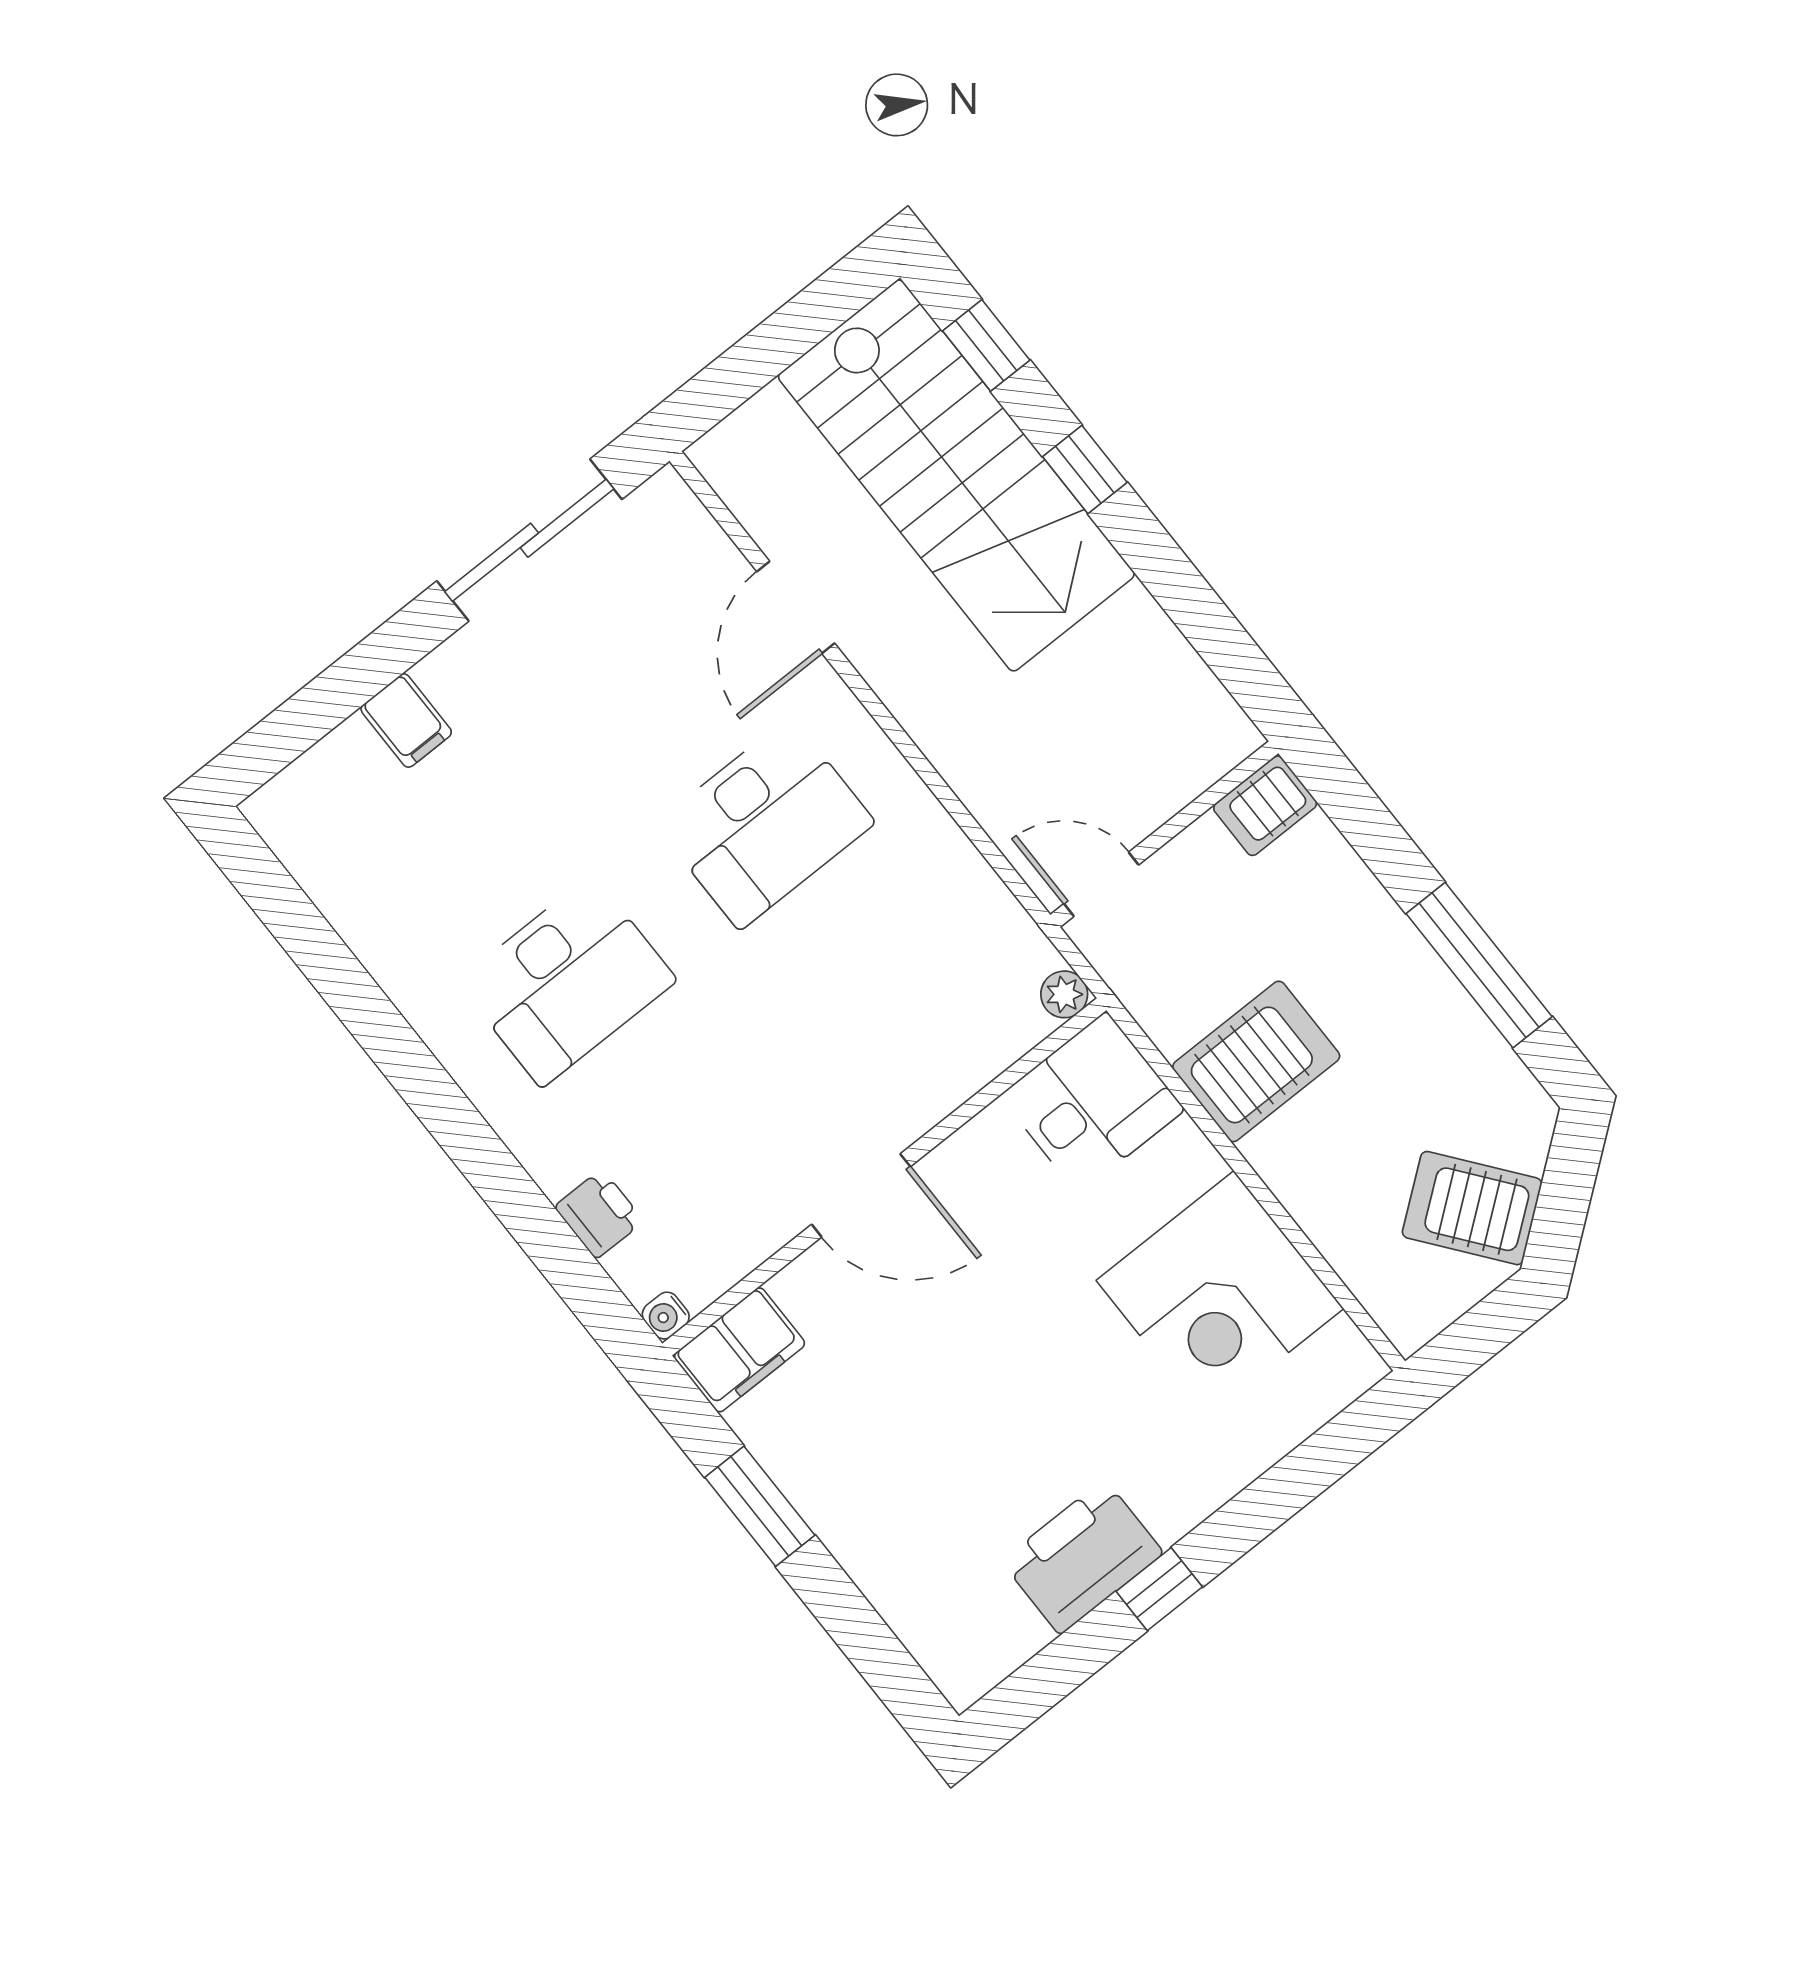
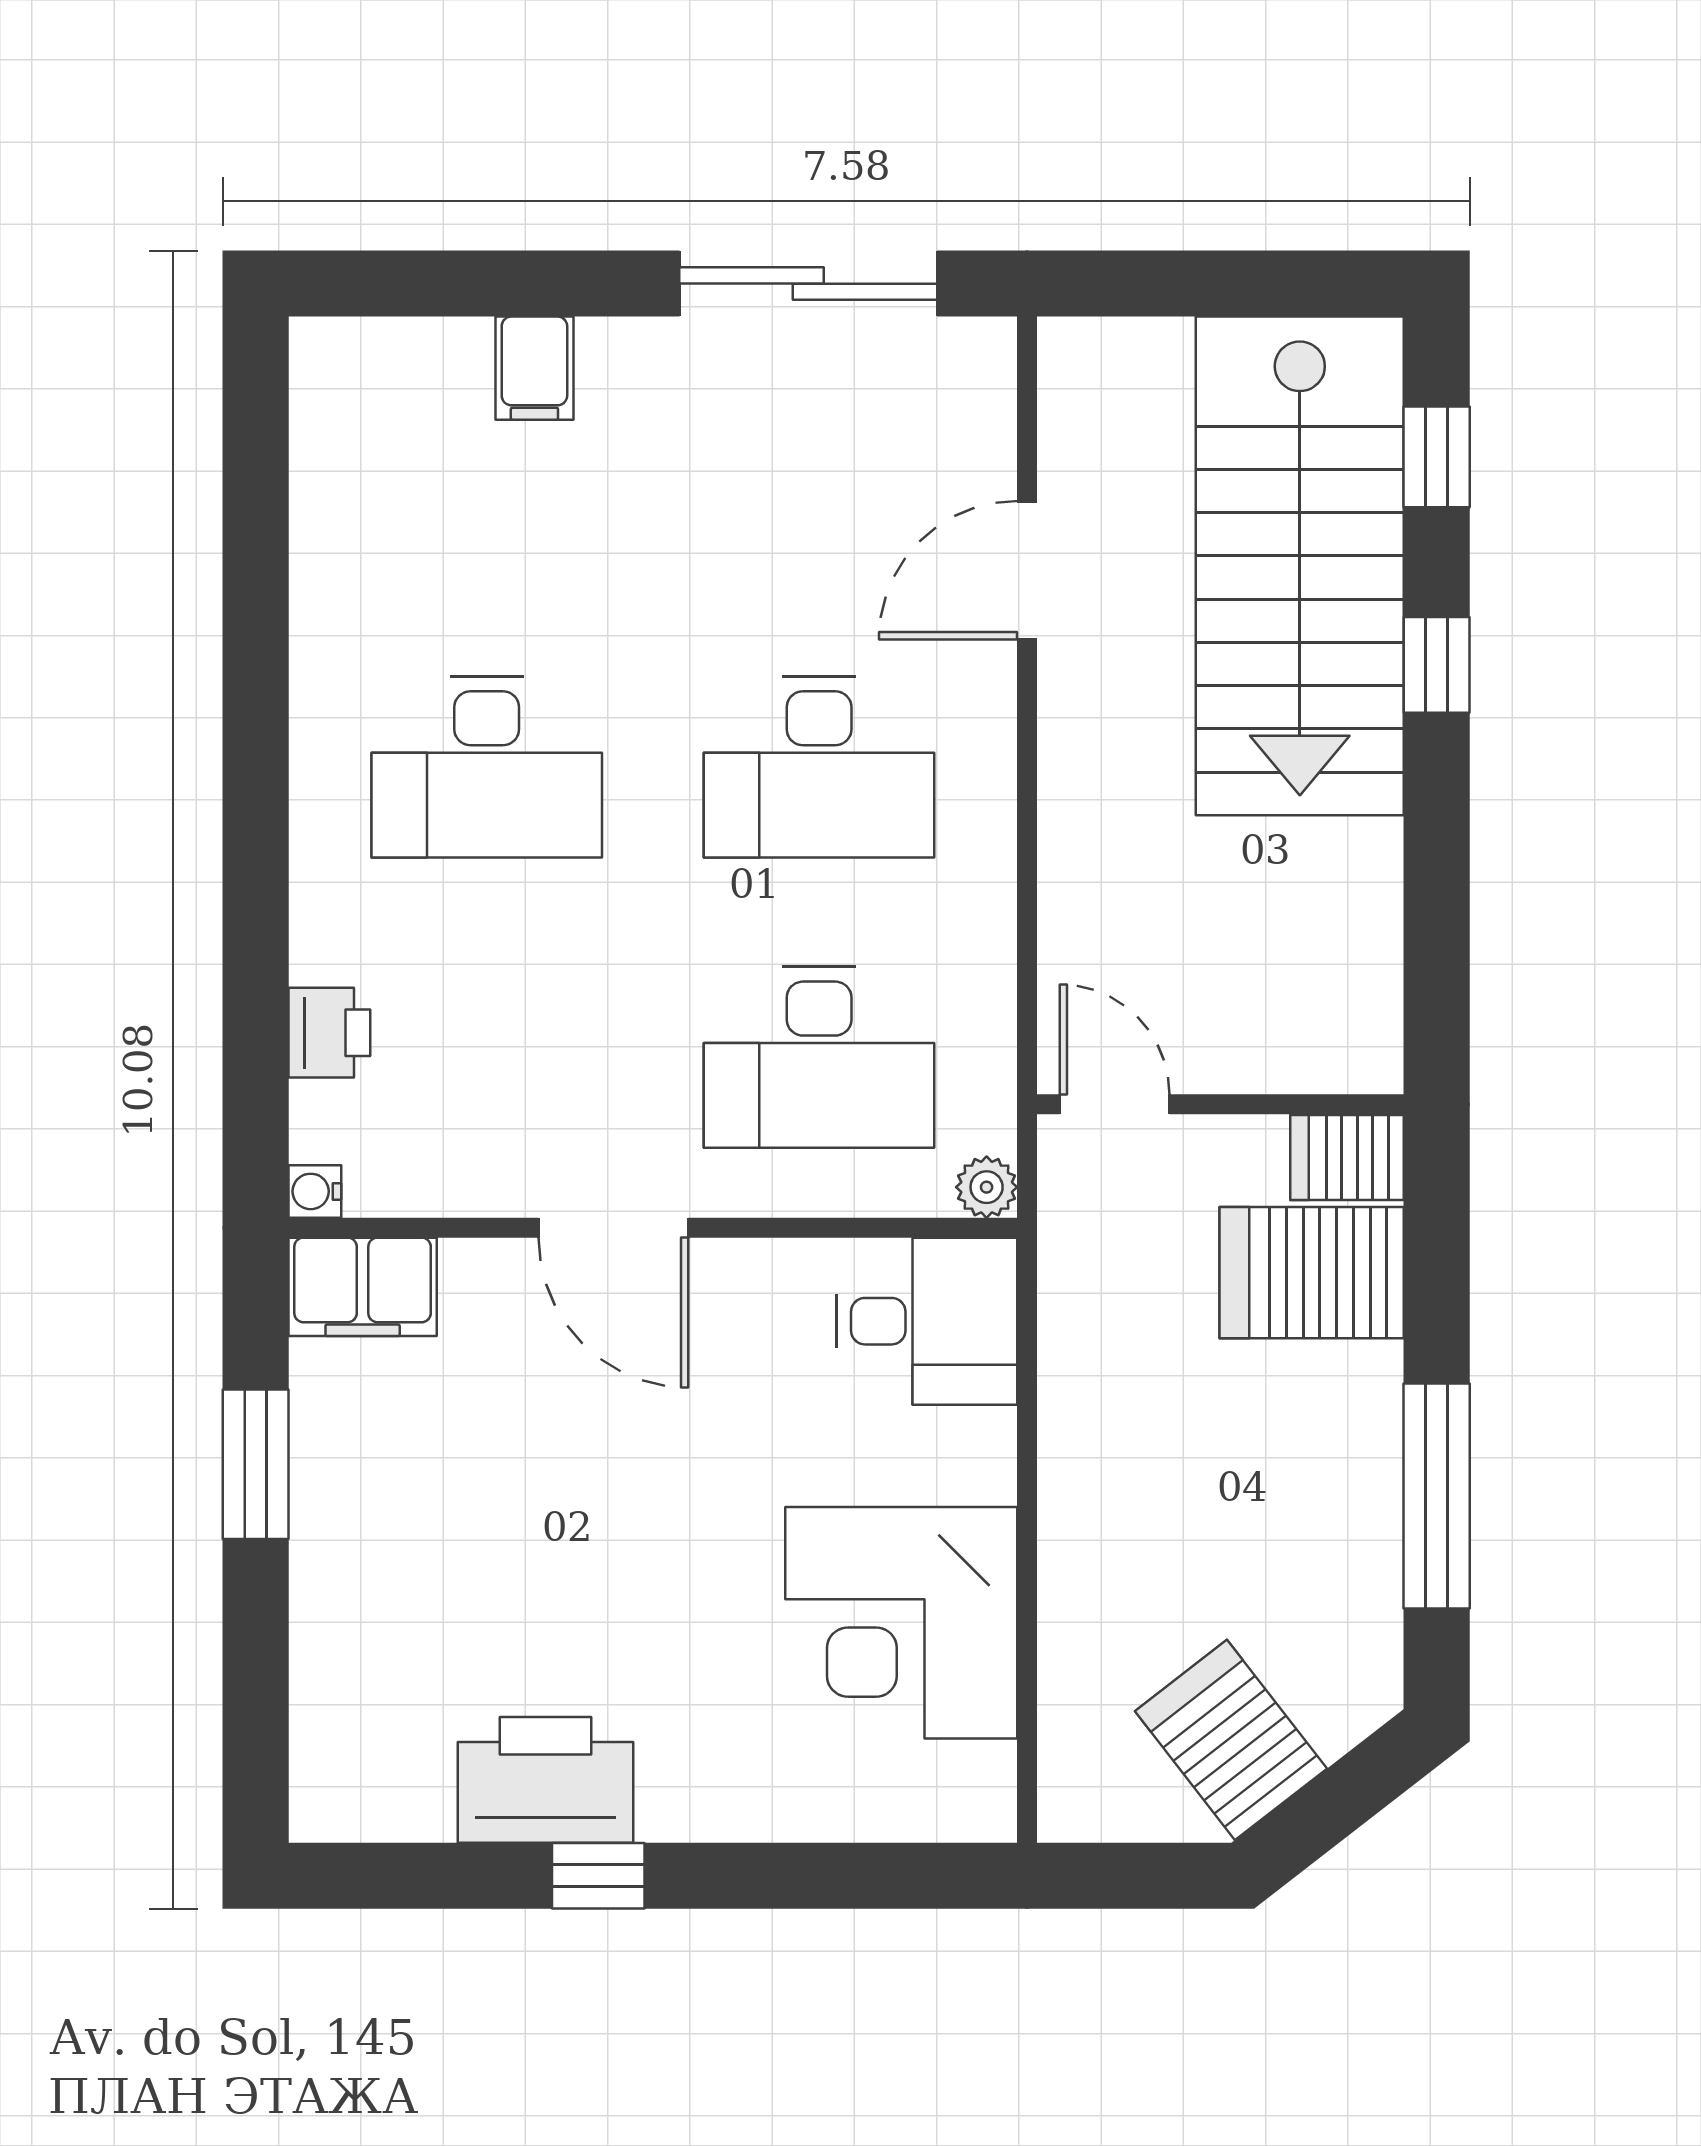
desk: (903, 997) -> (819, 1057), added
server rack: (1256, 1061) -> (1312, 1273), moved, turned 180

